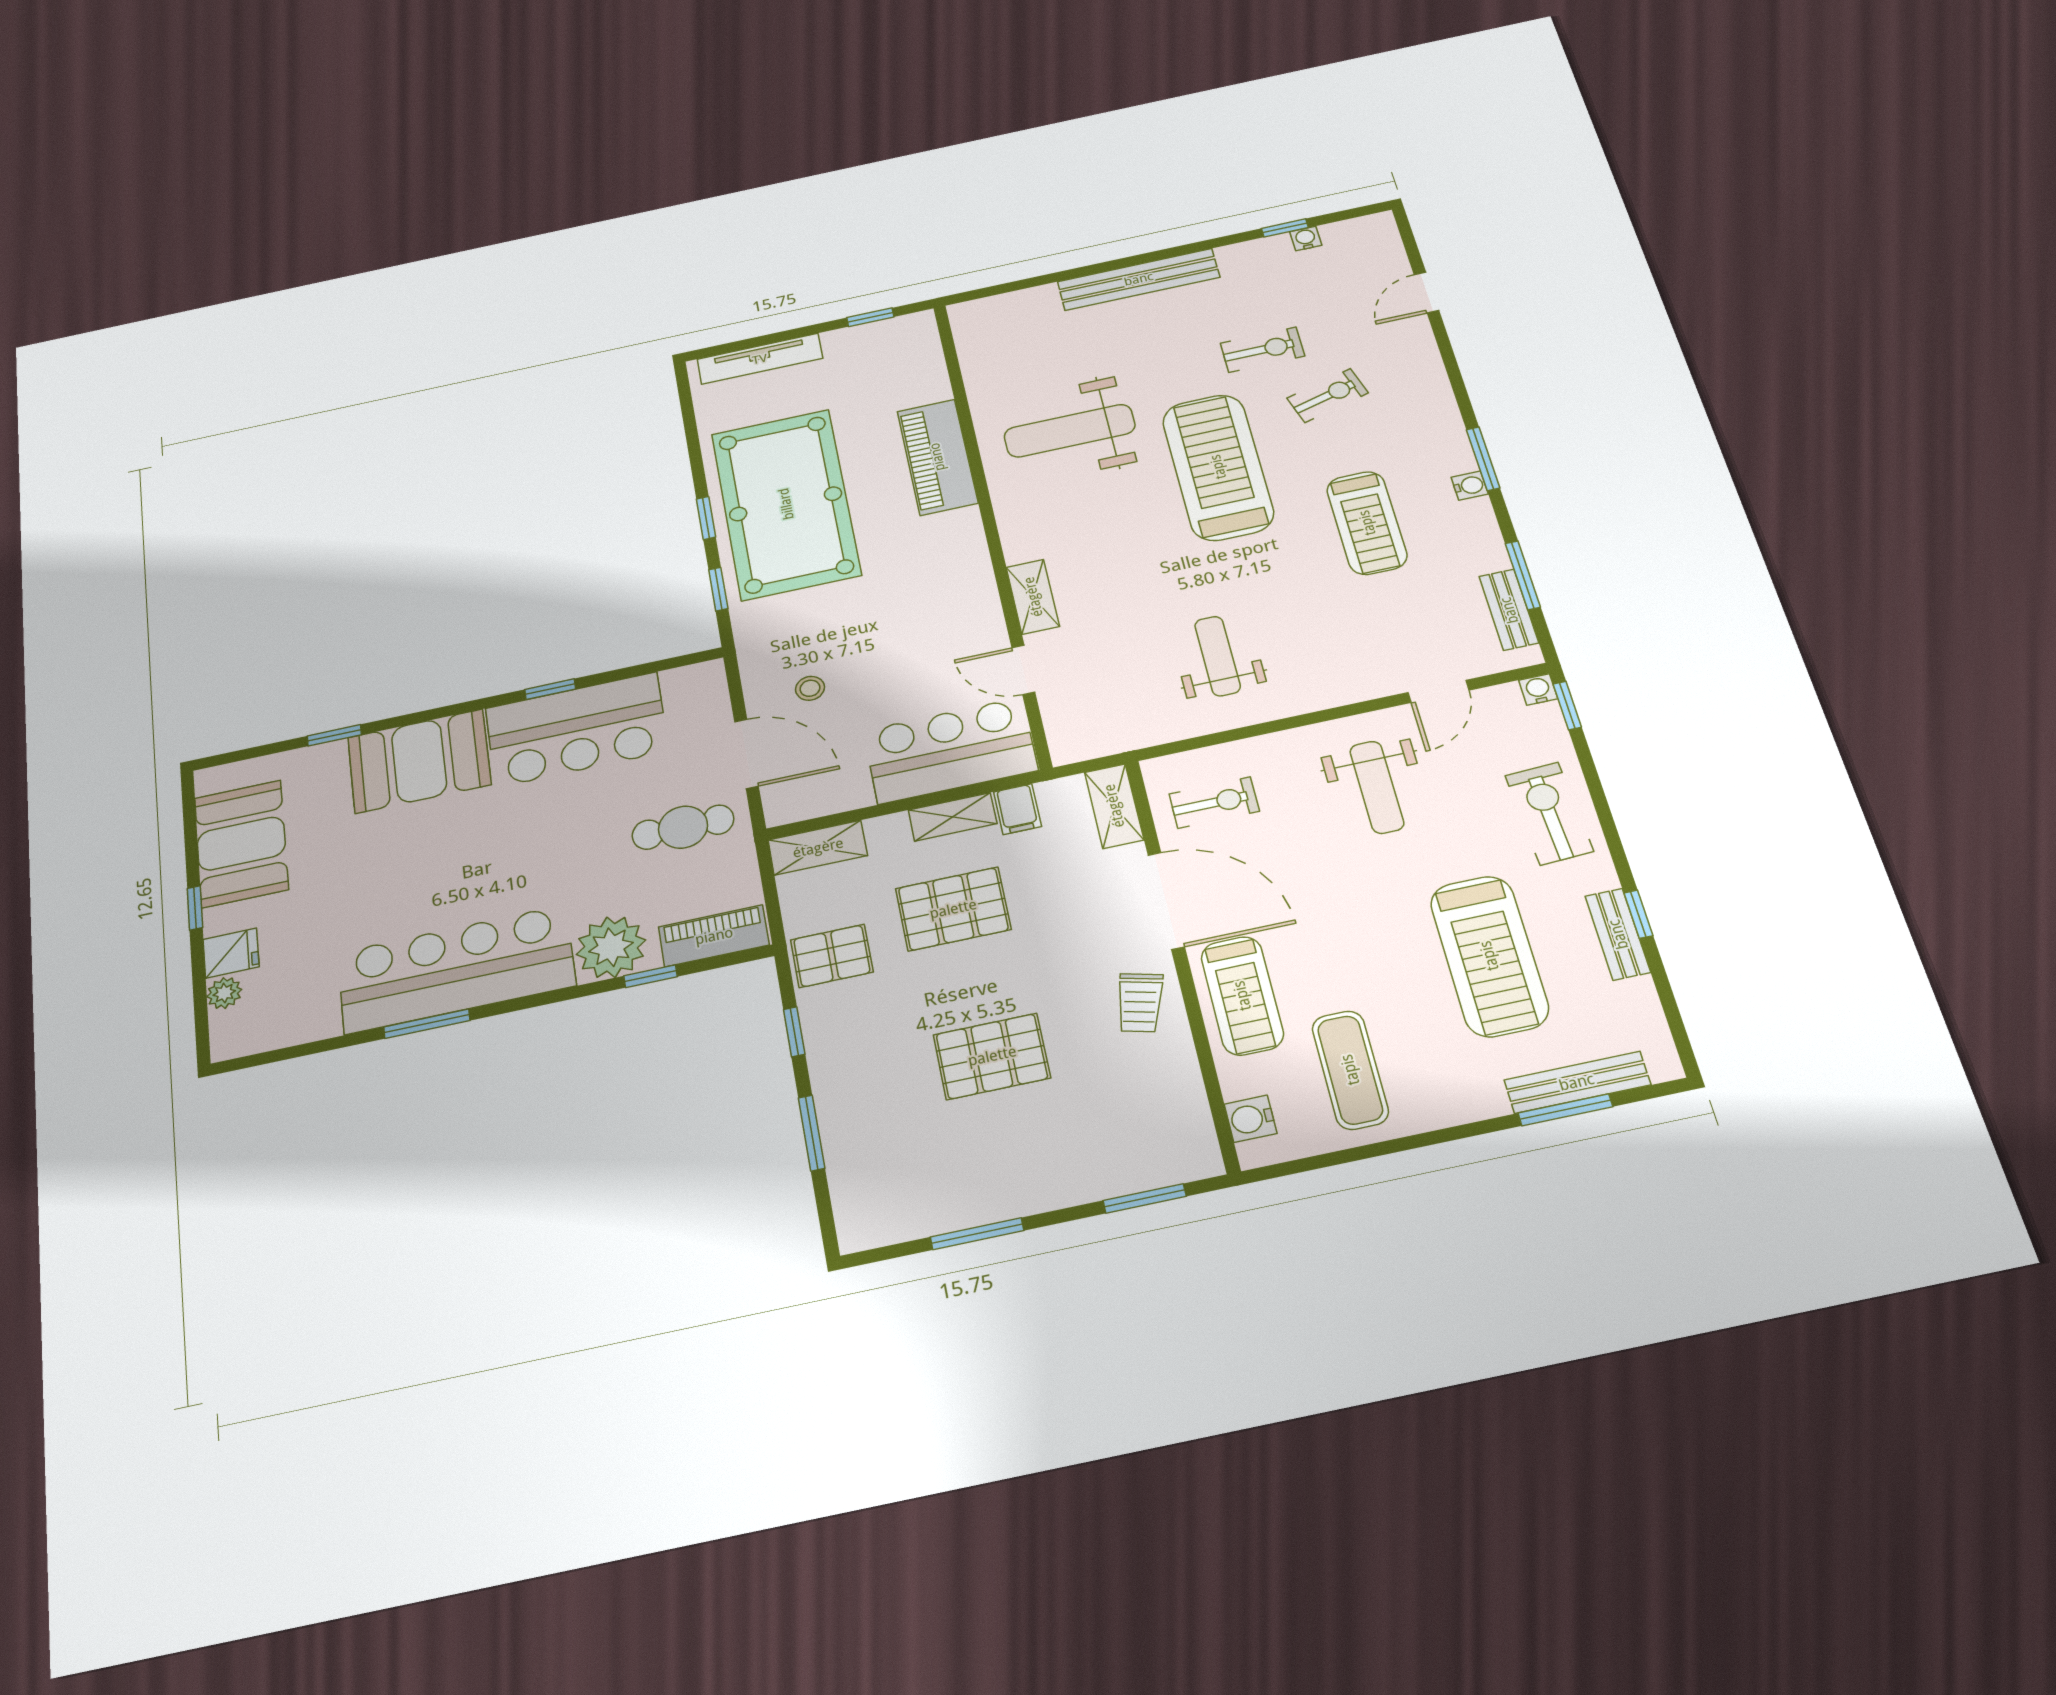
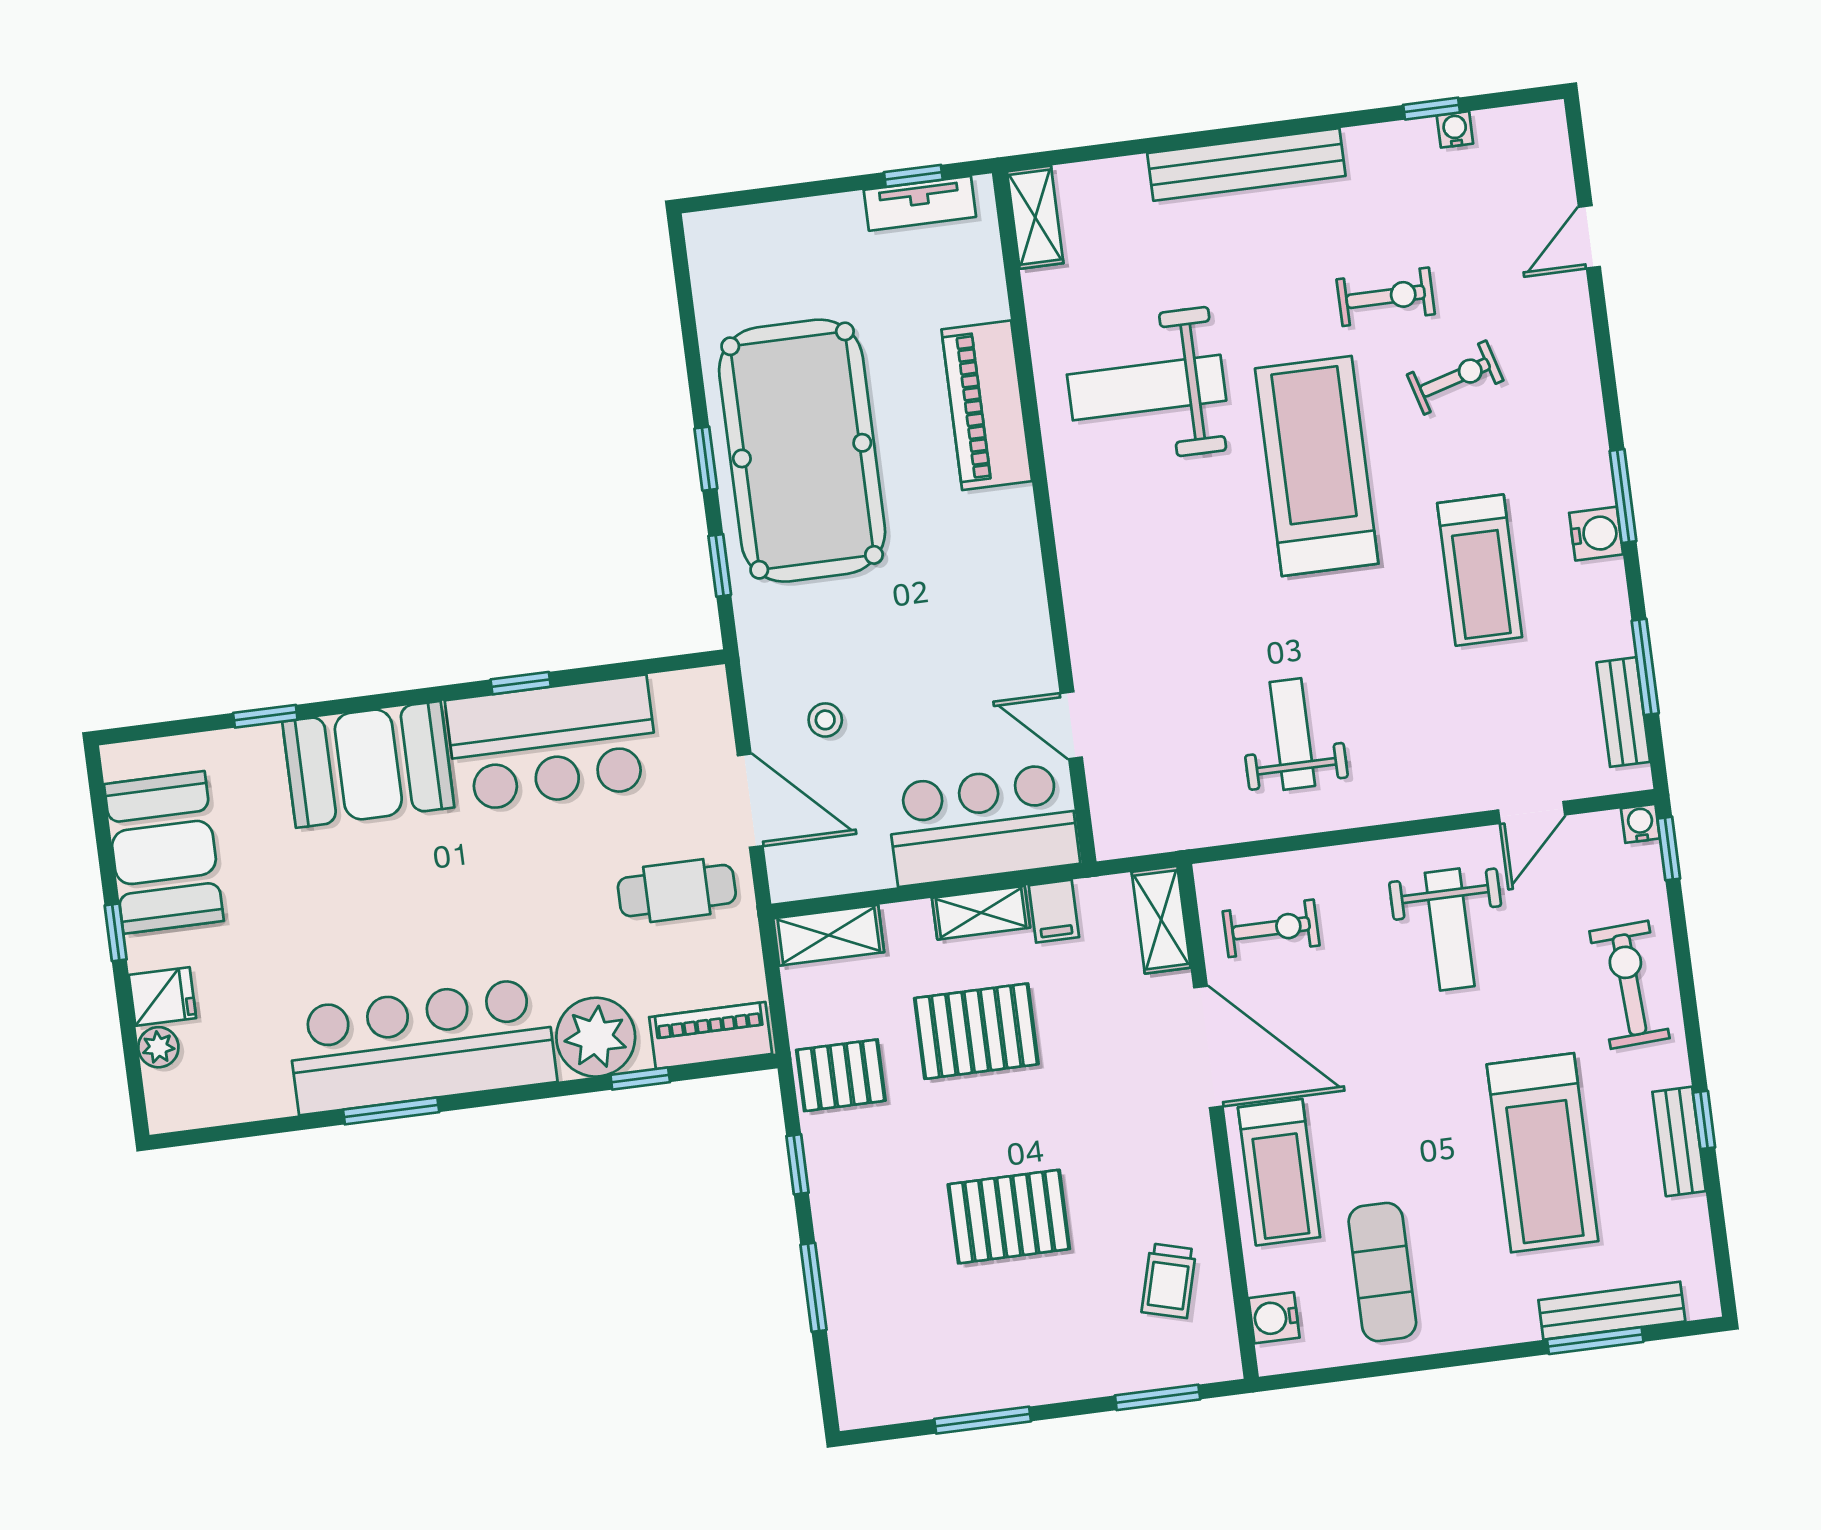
tv unit: (760, 359) -> (920, 203), moved, width x0.71
water cooler: (1470, 486) -> (1596, 534), width x1.38, depth x1.38
shelving: (1033, 597) -> (1035, 217), moved
trolley: (1140, 1003) -> (1169, 1281), moved

